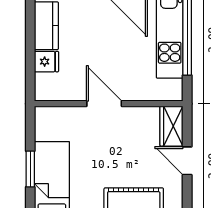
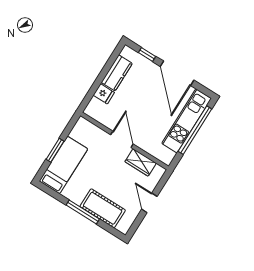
wardrobe: (171, 126) -> (141, 162), moved, turned -90

